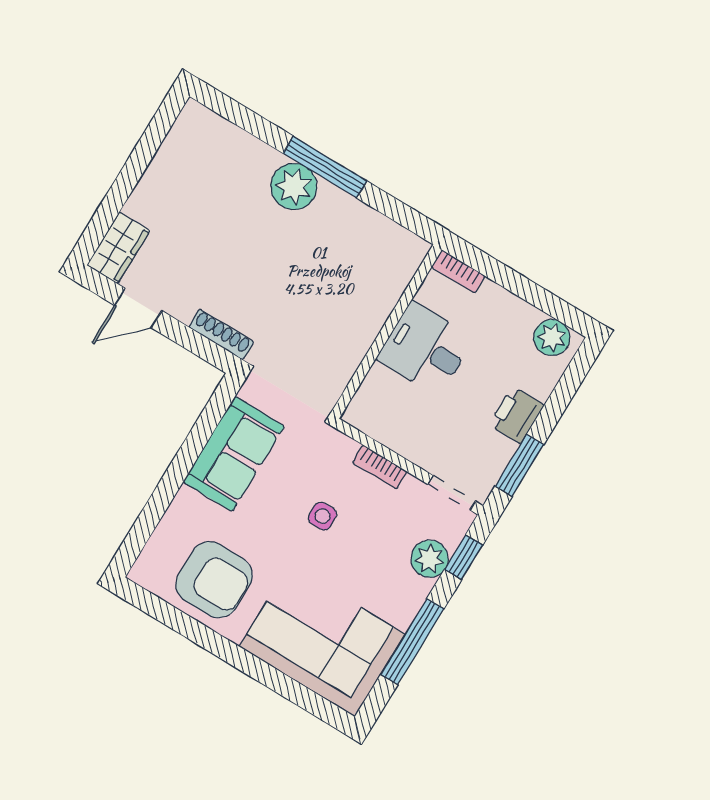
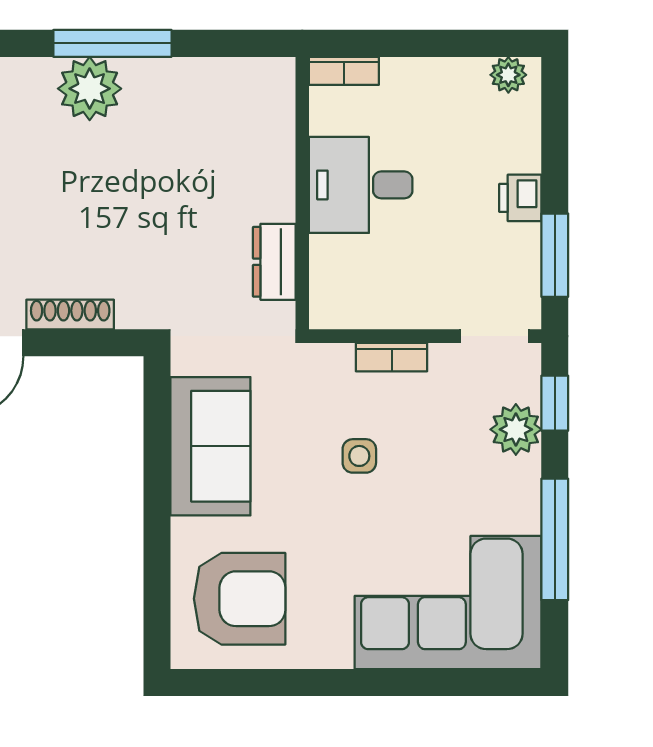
shoe rack: (221, 334) -> (70, 315), moved
plant: (552, 338) -> (508, 75), width x0.73, depth x0.73
dresser: (343, 364) -> (274, 262), added
printer: (517, 415) -> (520, 198), width x0.73, depth x0.81
armchair: (214, 580) -> (240, 599), moved

